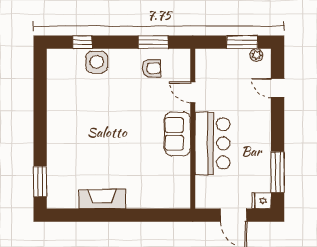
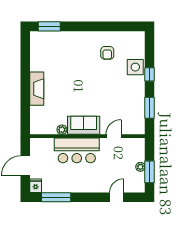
window: (82, 42) -> (150, 74), moved
plant: (257, 55) -> (140, 167), moved
armchair: (151, 68) -> (107, 53), moved
plant: (184, 164) -> (62, 130), added
fireplace: (102, 199) -> (37, 89), moved

